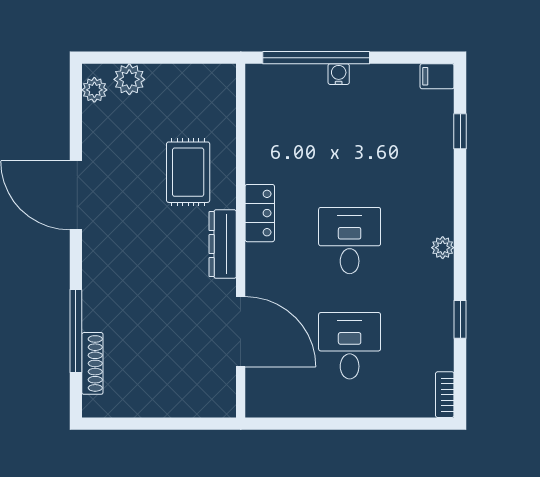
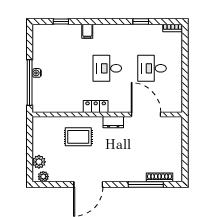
filing cabinet: (437, 76) -> (87, 31), moved
dresser: (223, 244) -> (113, 122), width x0.70
plant: (443, 248) -> (110, 29), removed
door: (241, 332) -> (146, 115), hinge flipped

